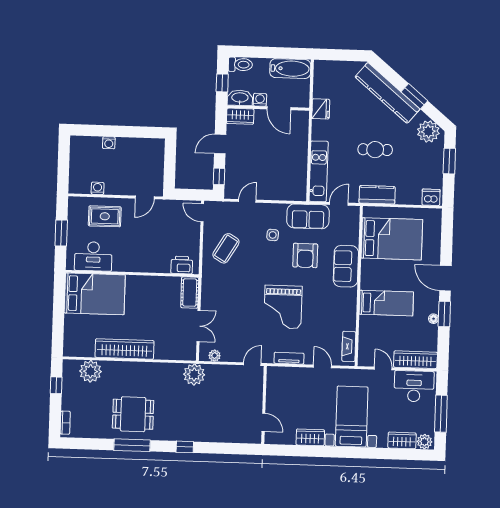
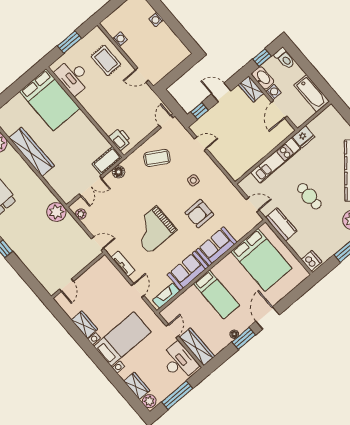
kitchen unit: (319, 171) -> (276, 160), moved
sofa: (308, 216) -> (188, 271), moved, turned 90
floor lamp: (208, 291) -> (119, 172), added

